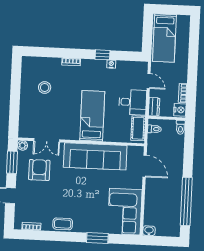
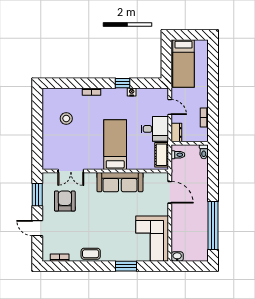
nightstand: (180, 110) -> (202, 134), removed
plant: (22, 145) -> (47, 177), removed
sofa: (95, 156) -> (120, 182), width x0.74, depth x0.79

